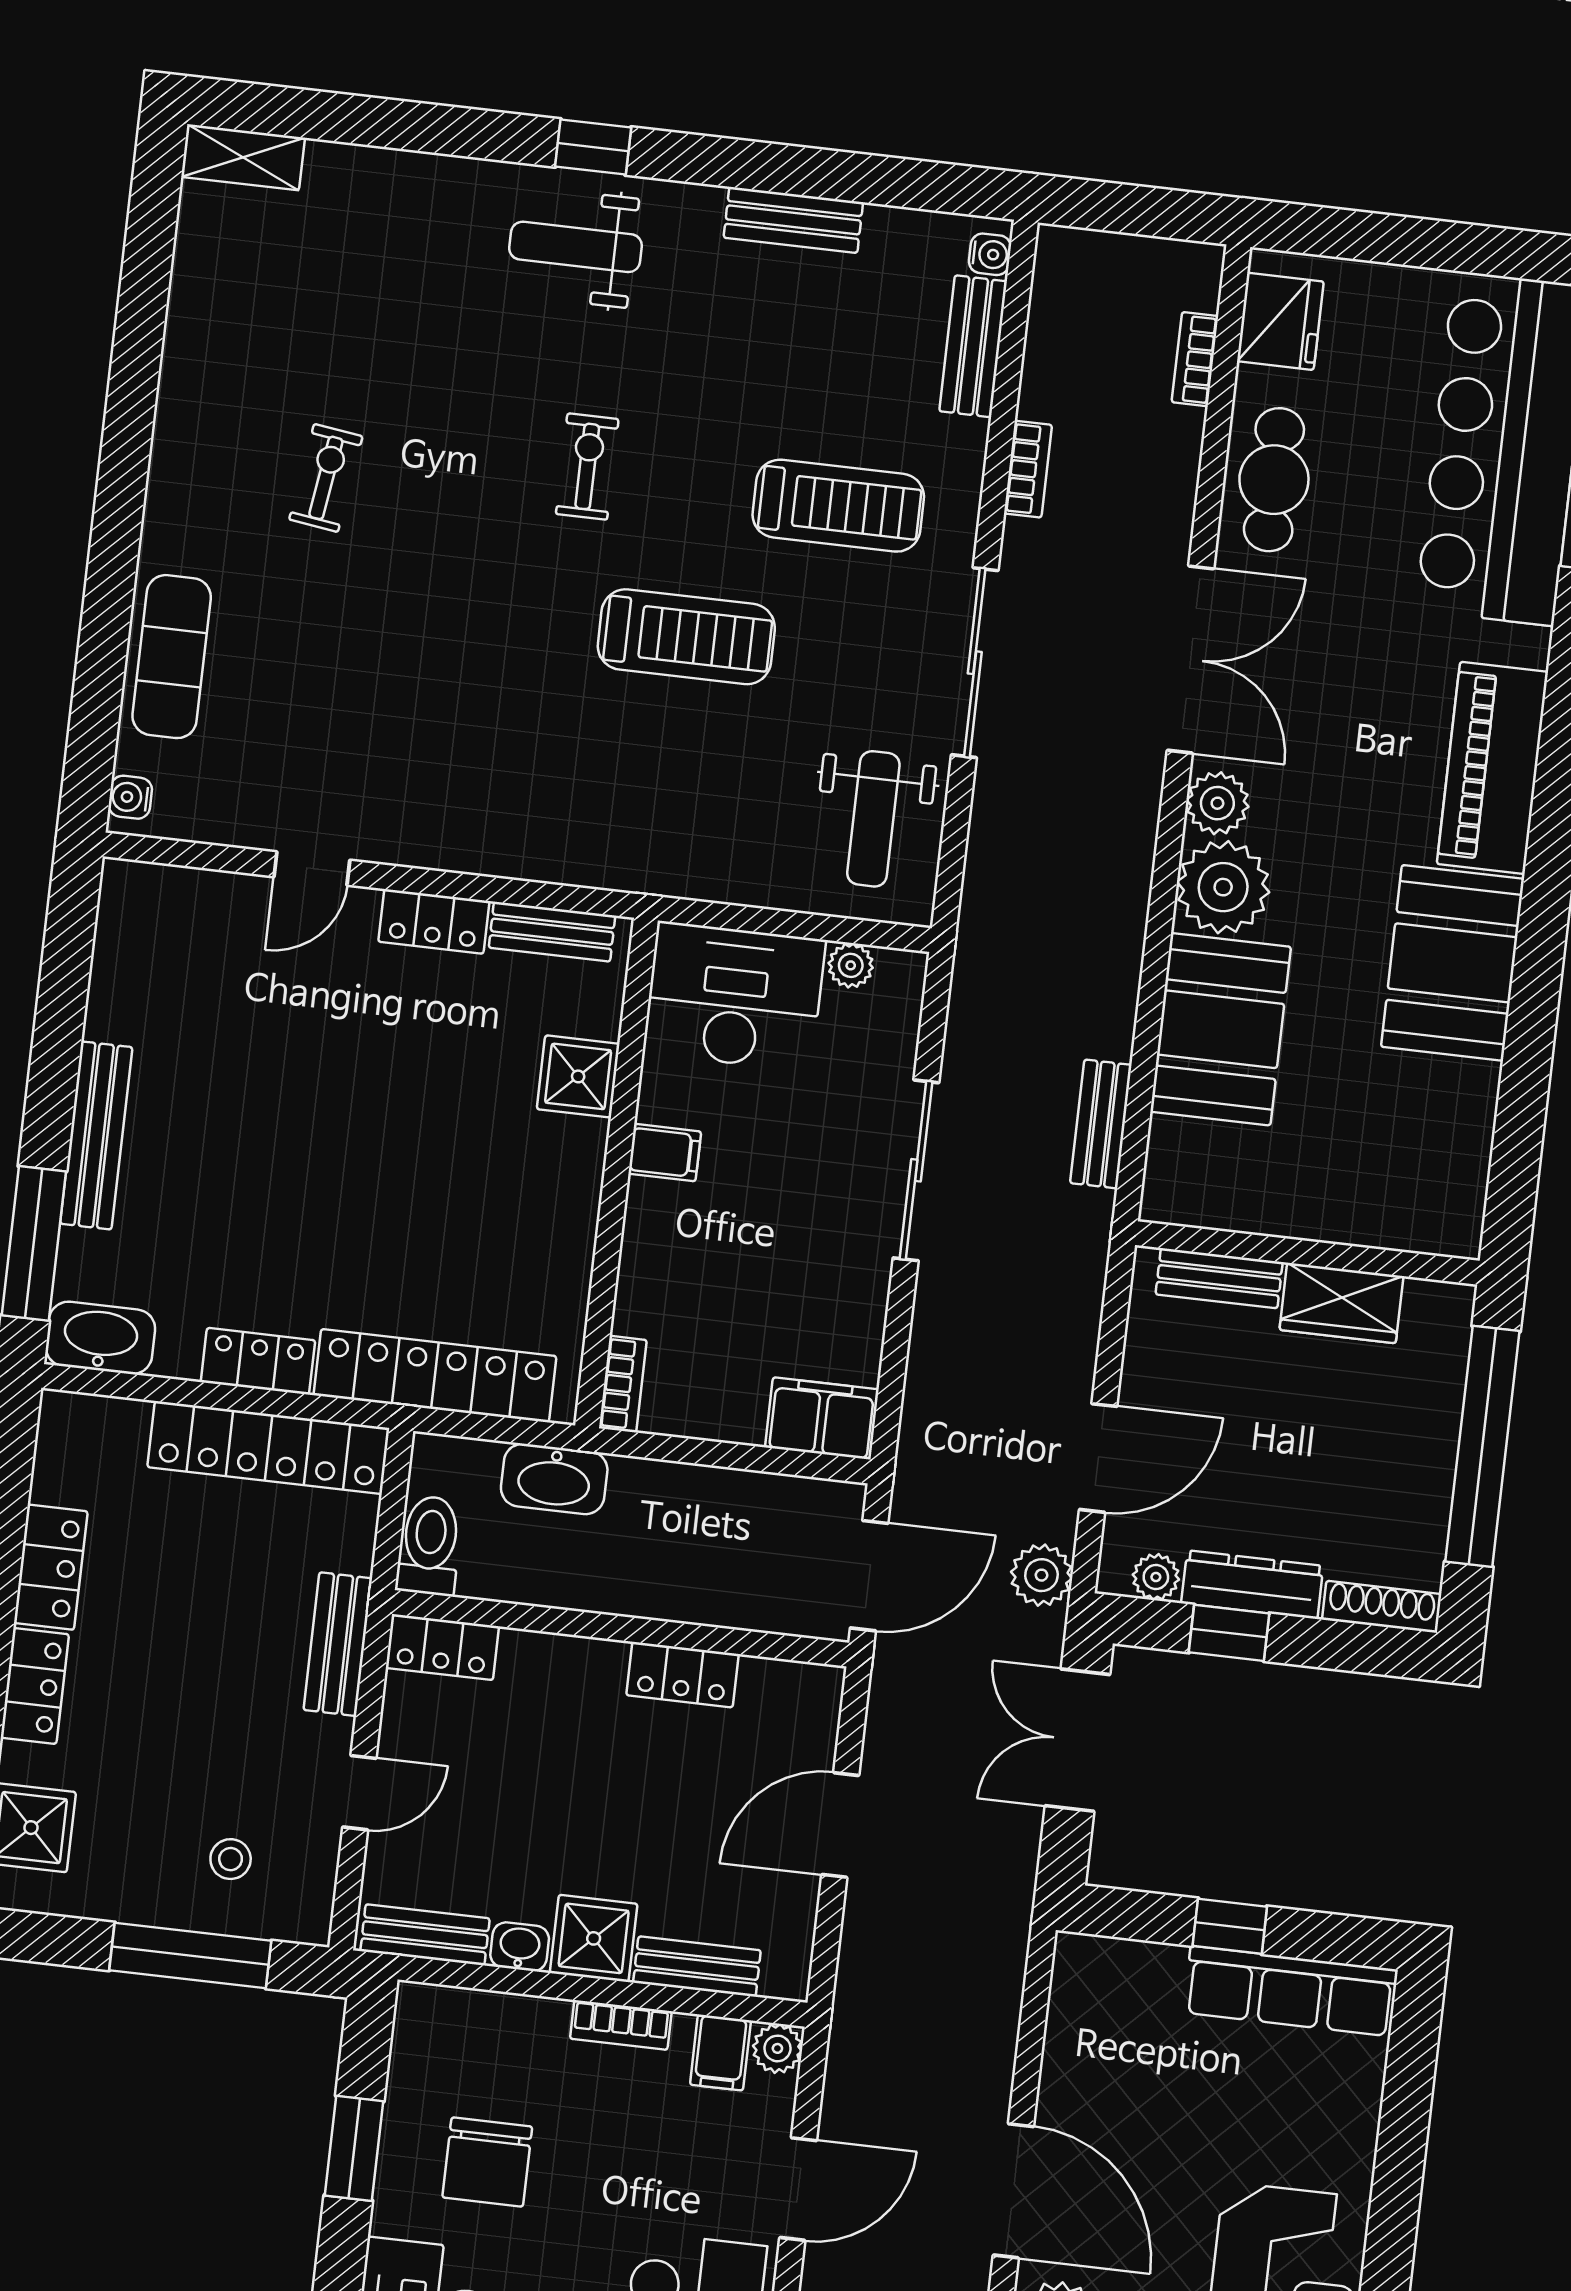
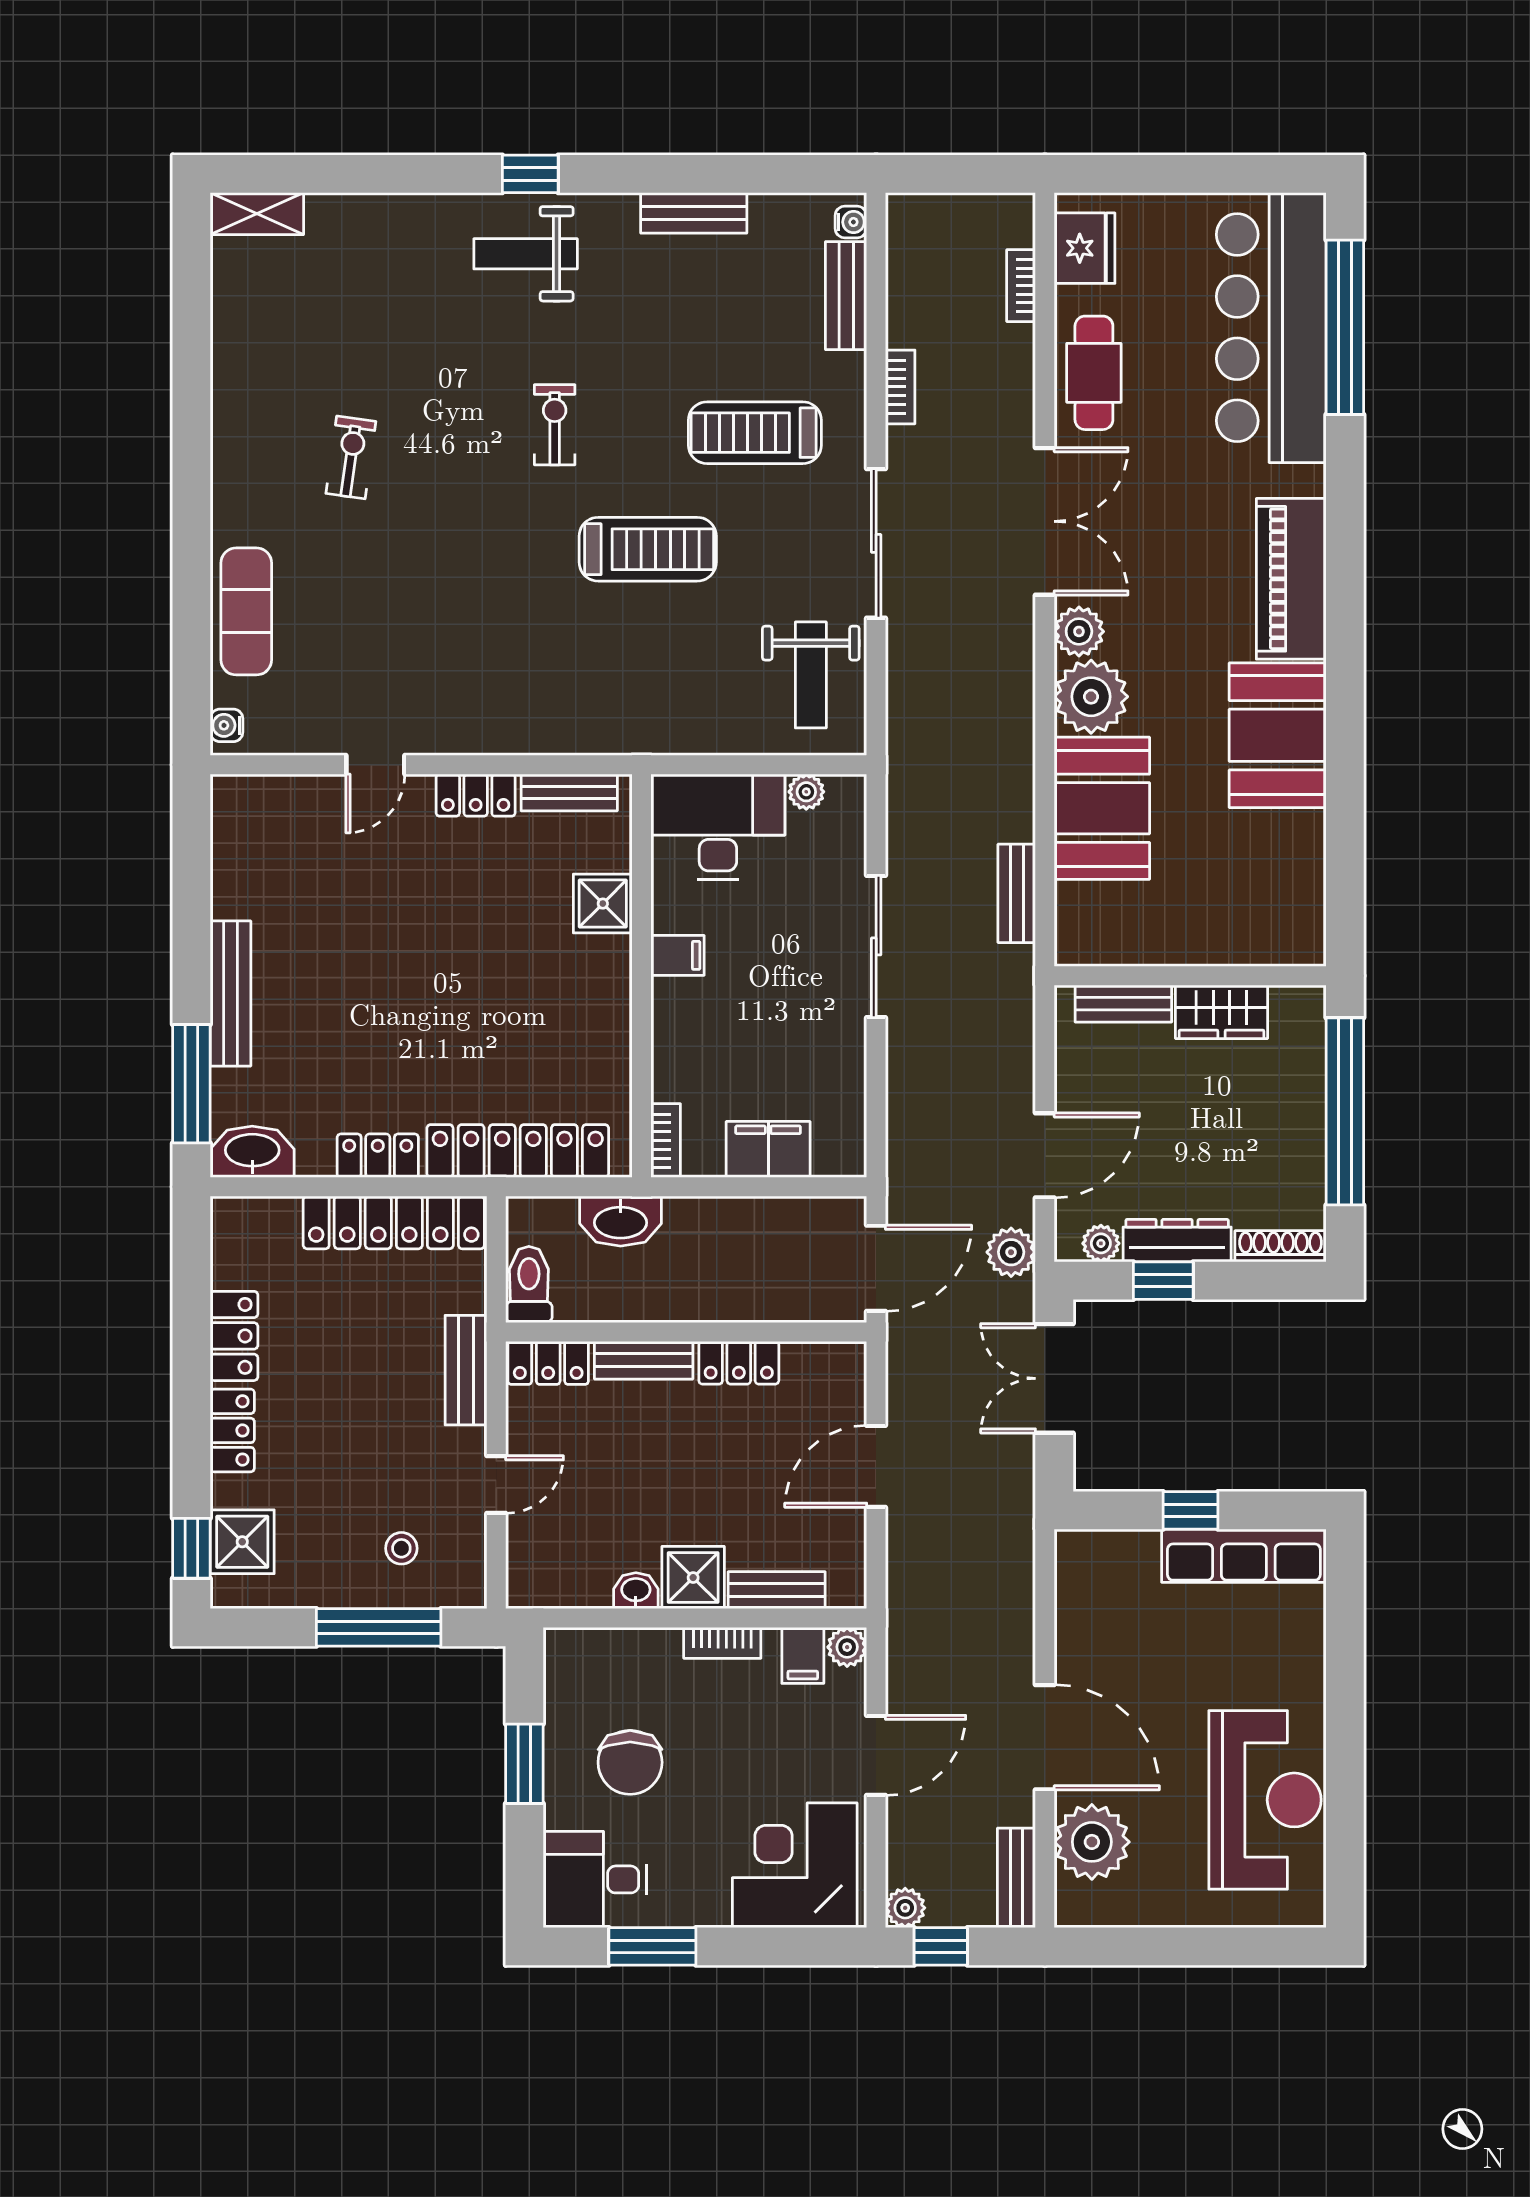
treadmill: (838, 506) -> (755, 433), turned 180
filing cabinet: (822, 1418) -> (768, 1149), moved
bench: (425, 1935) -> (644, 1360), moved

